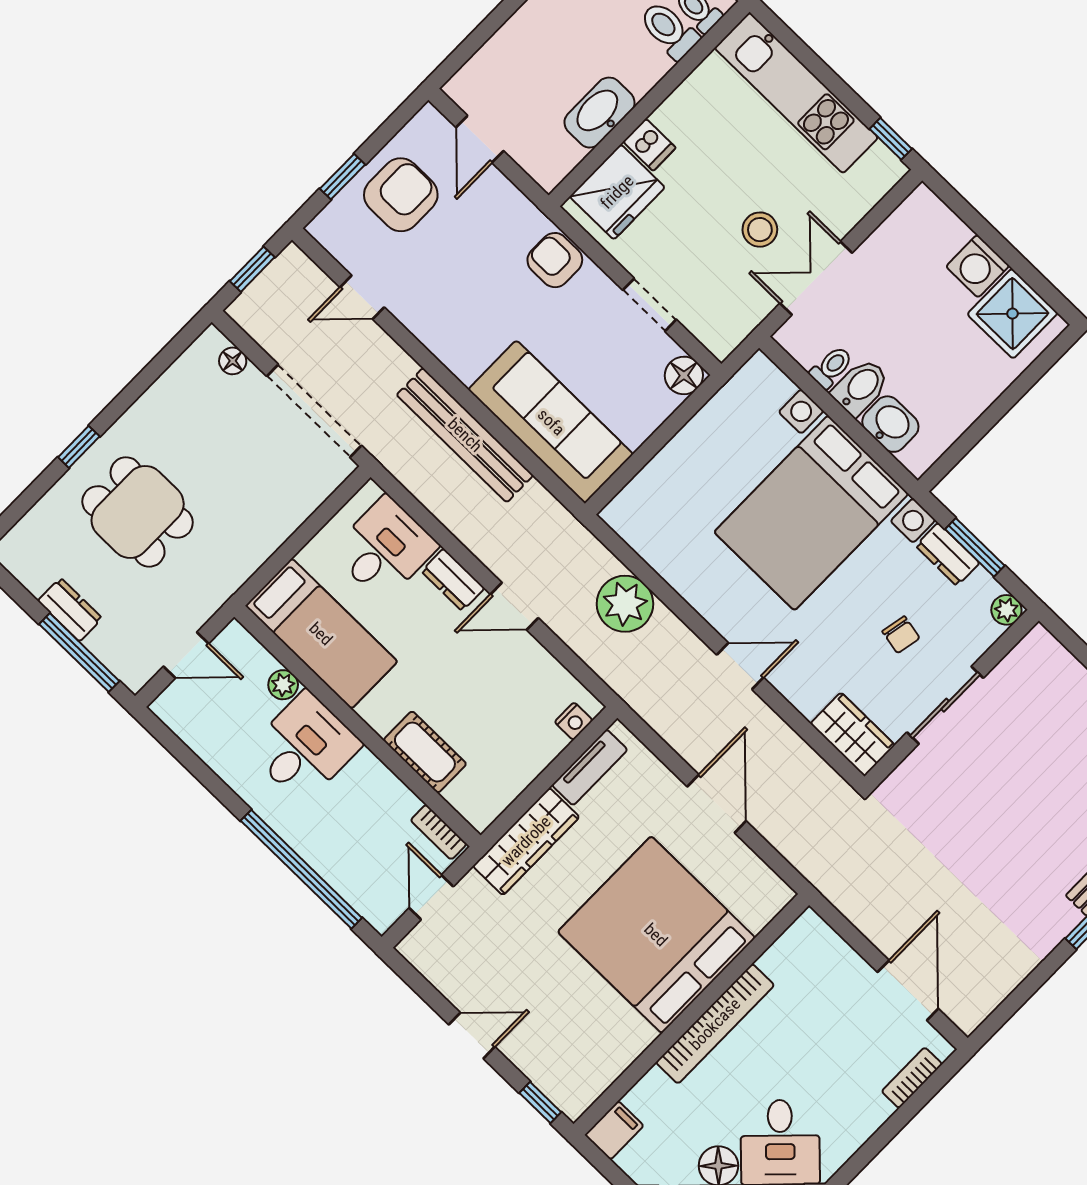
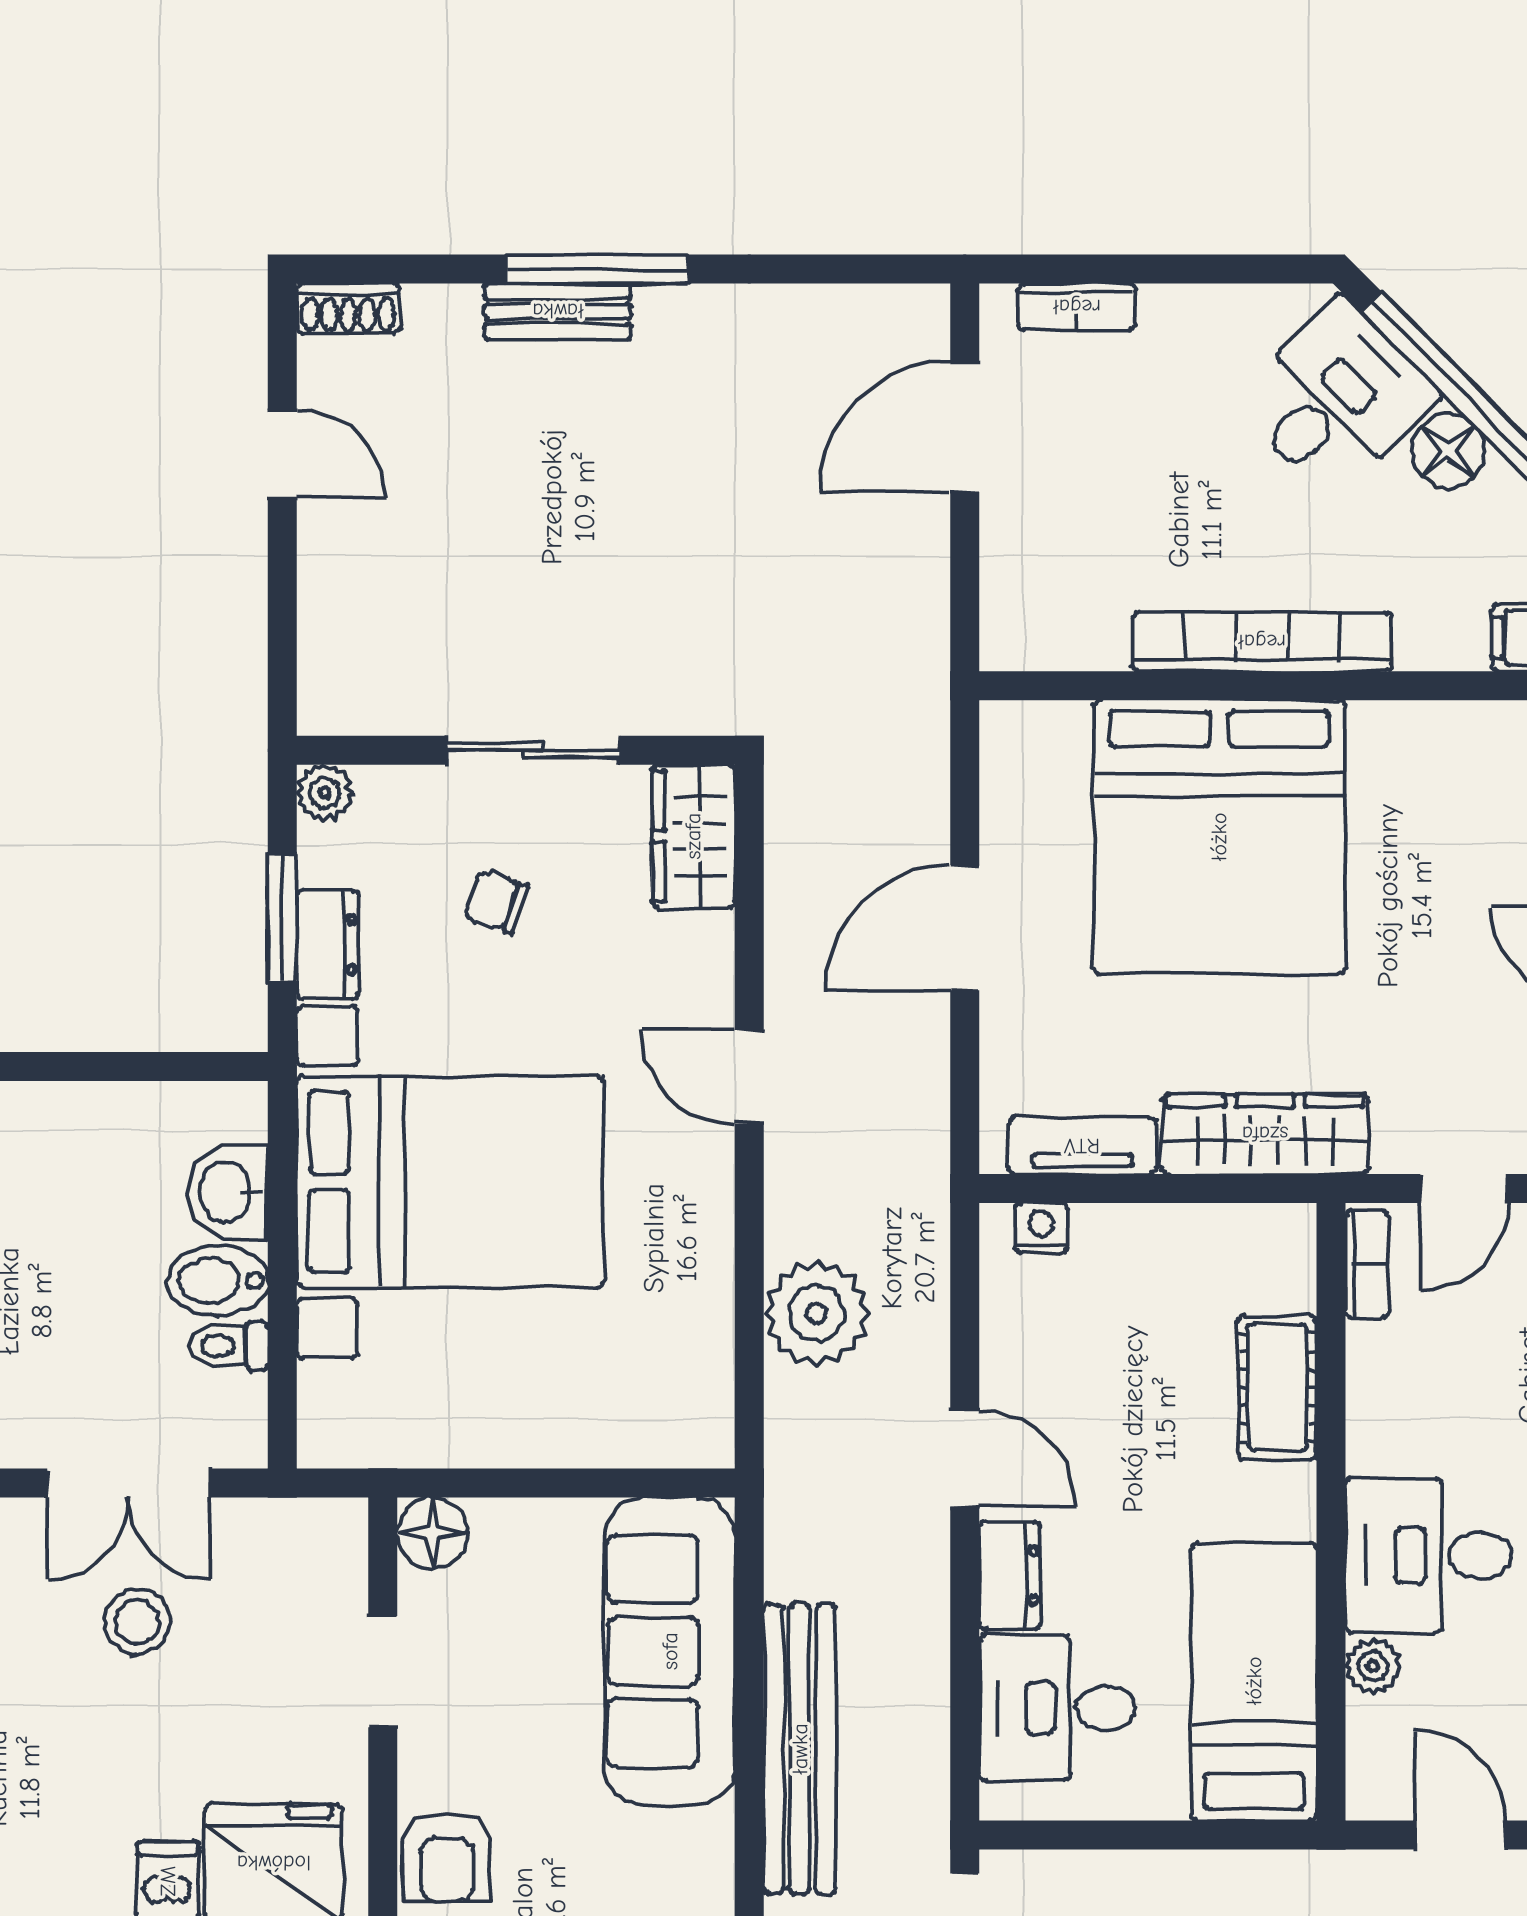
chair: (901, 635) -> (496, 902), turned -83

